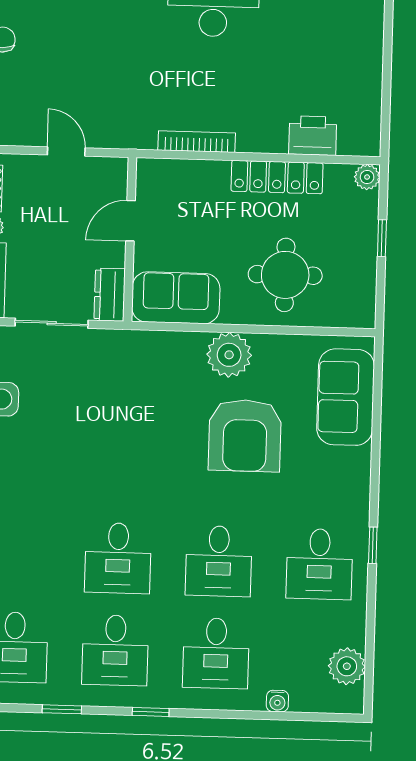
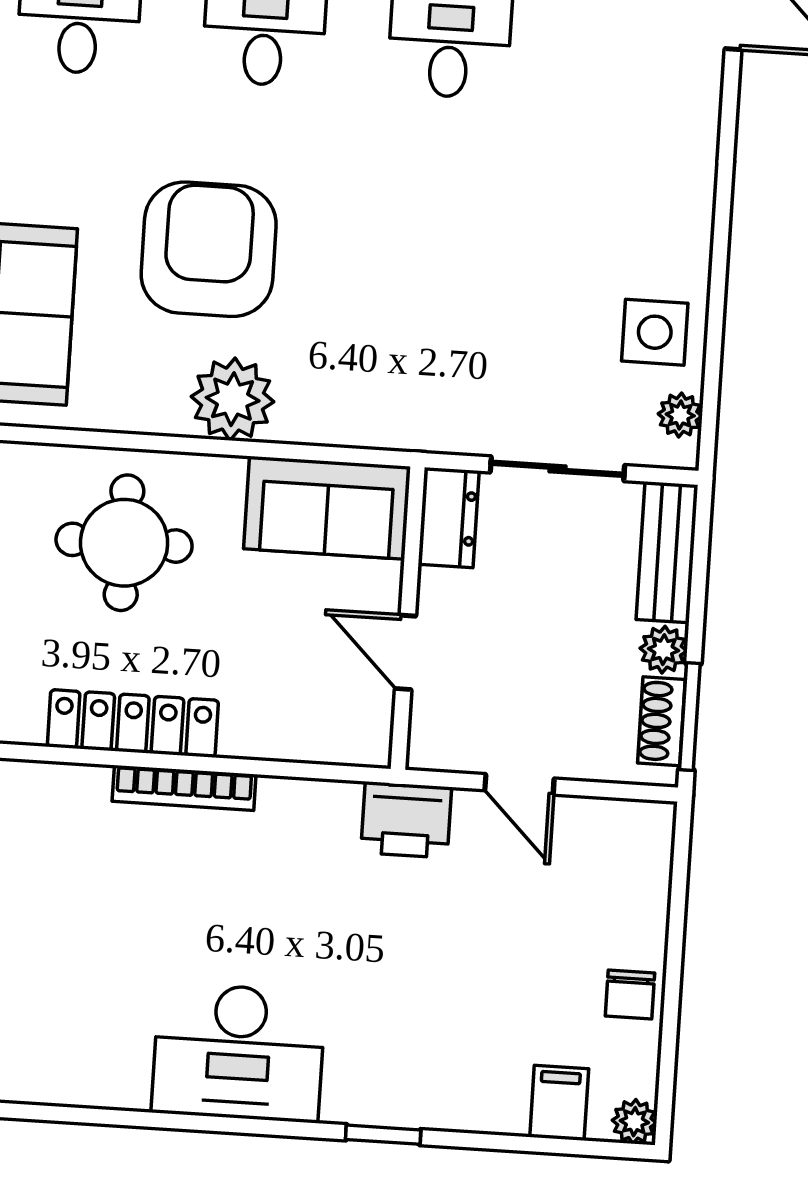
printer: (313, 136) -> (406, 820), moved
bookcase: (197, 142) -> (184, 788), moved
door: (131, 221) -> (405, 652), swing flipped

